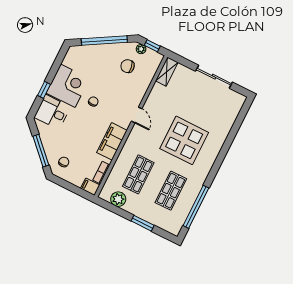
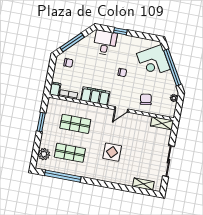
window: (152, 46) -> (179, 106), removed
chair: (128, 66) -> (146, 99), moved
corner desk: (68, 86) -> (153, 61), moved, turned 60
shelving: (232, 114) -> (143, 184), added
display table: (184, 140) -> (112, 152), width x0.54, depth x0.54
plant: (118, 199) -> (44, 154), moved
window: (143, 223) -> (41, 122), moved

